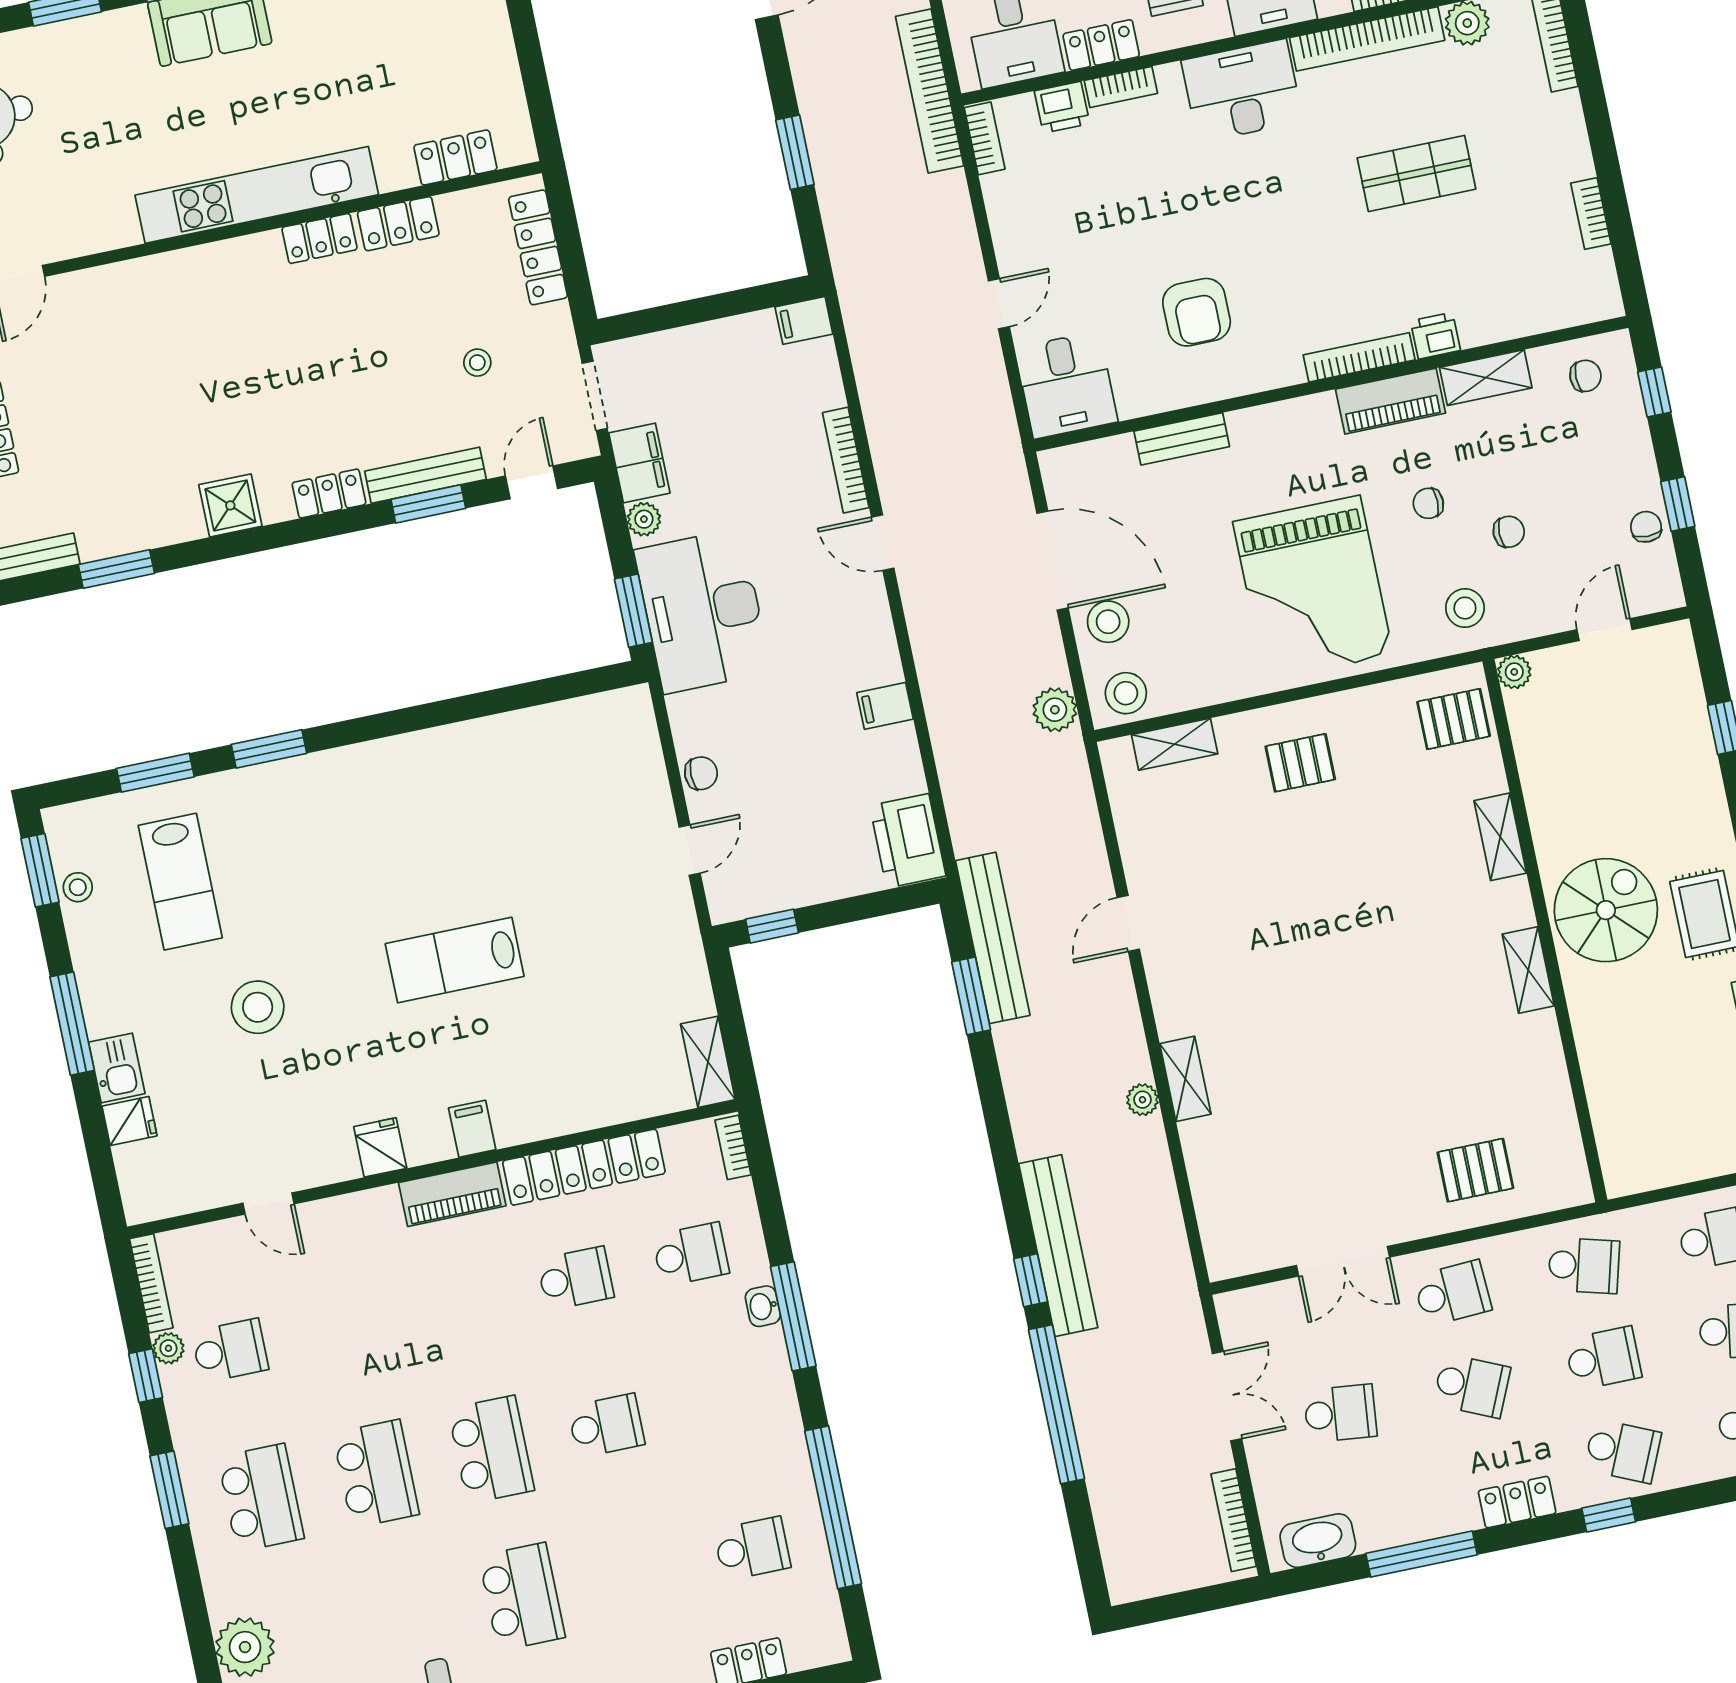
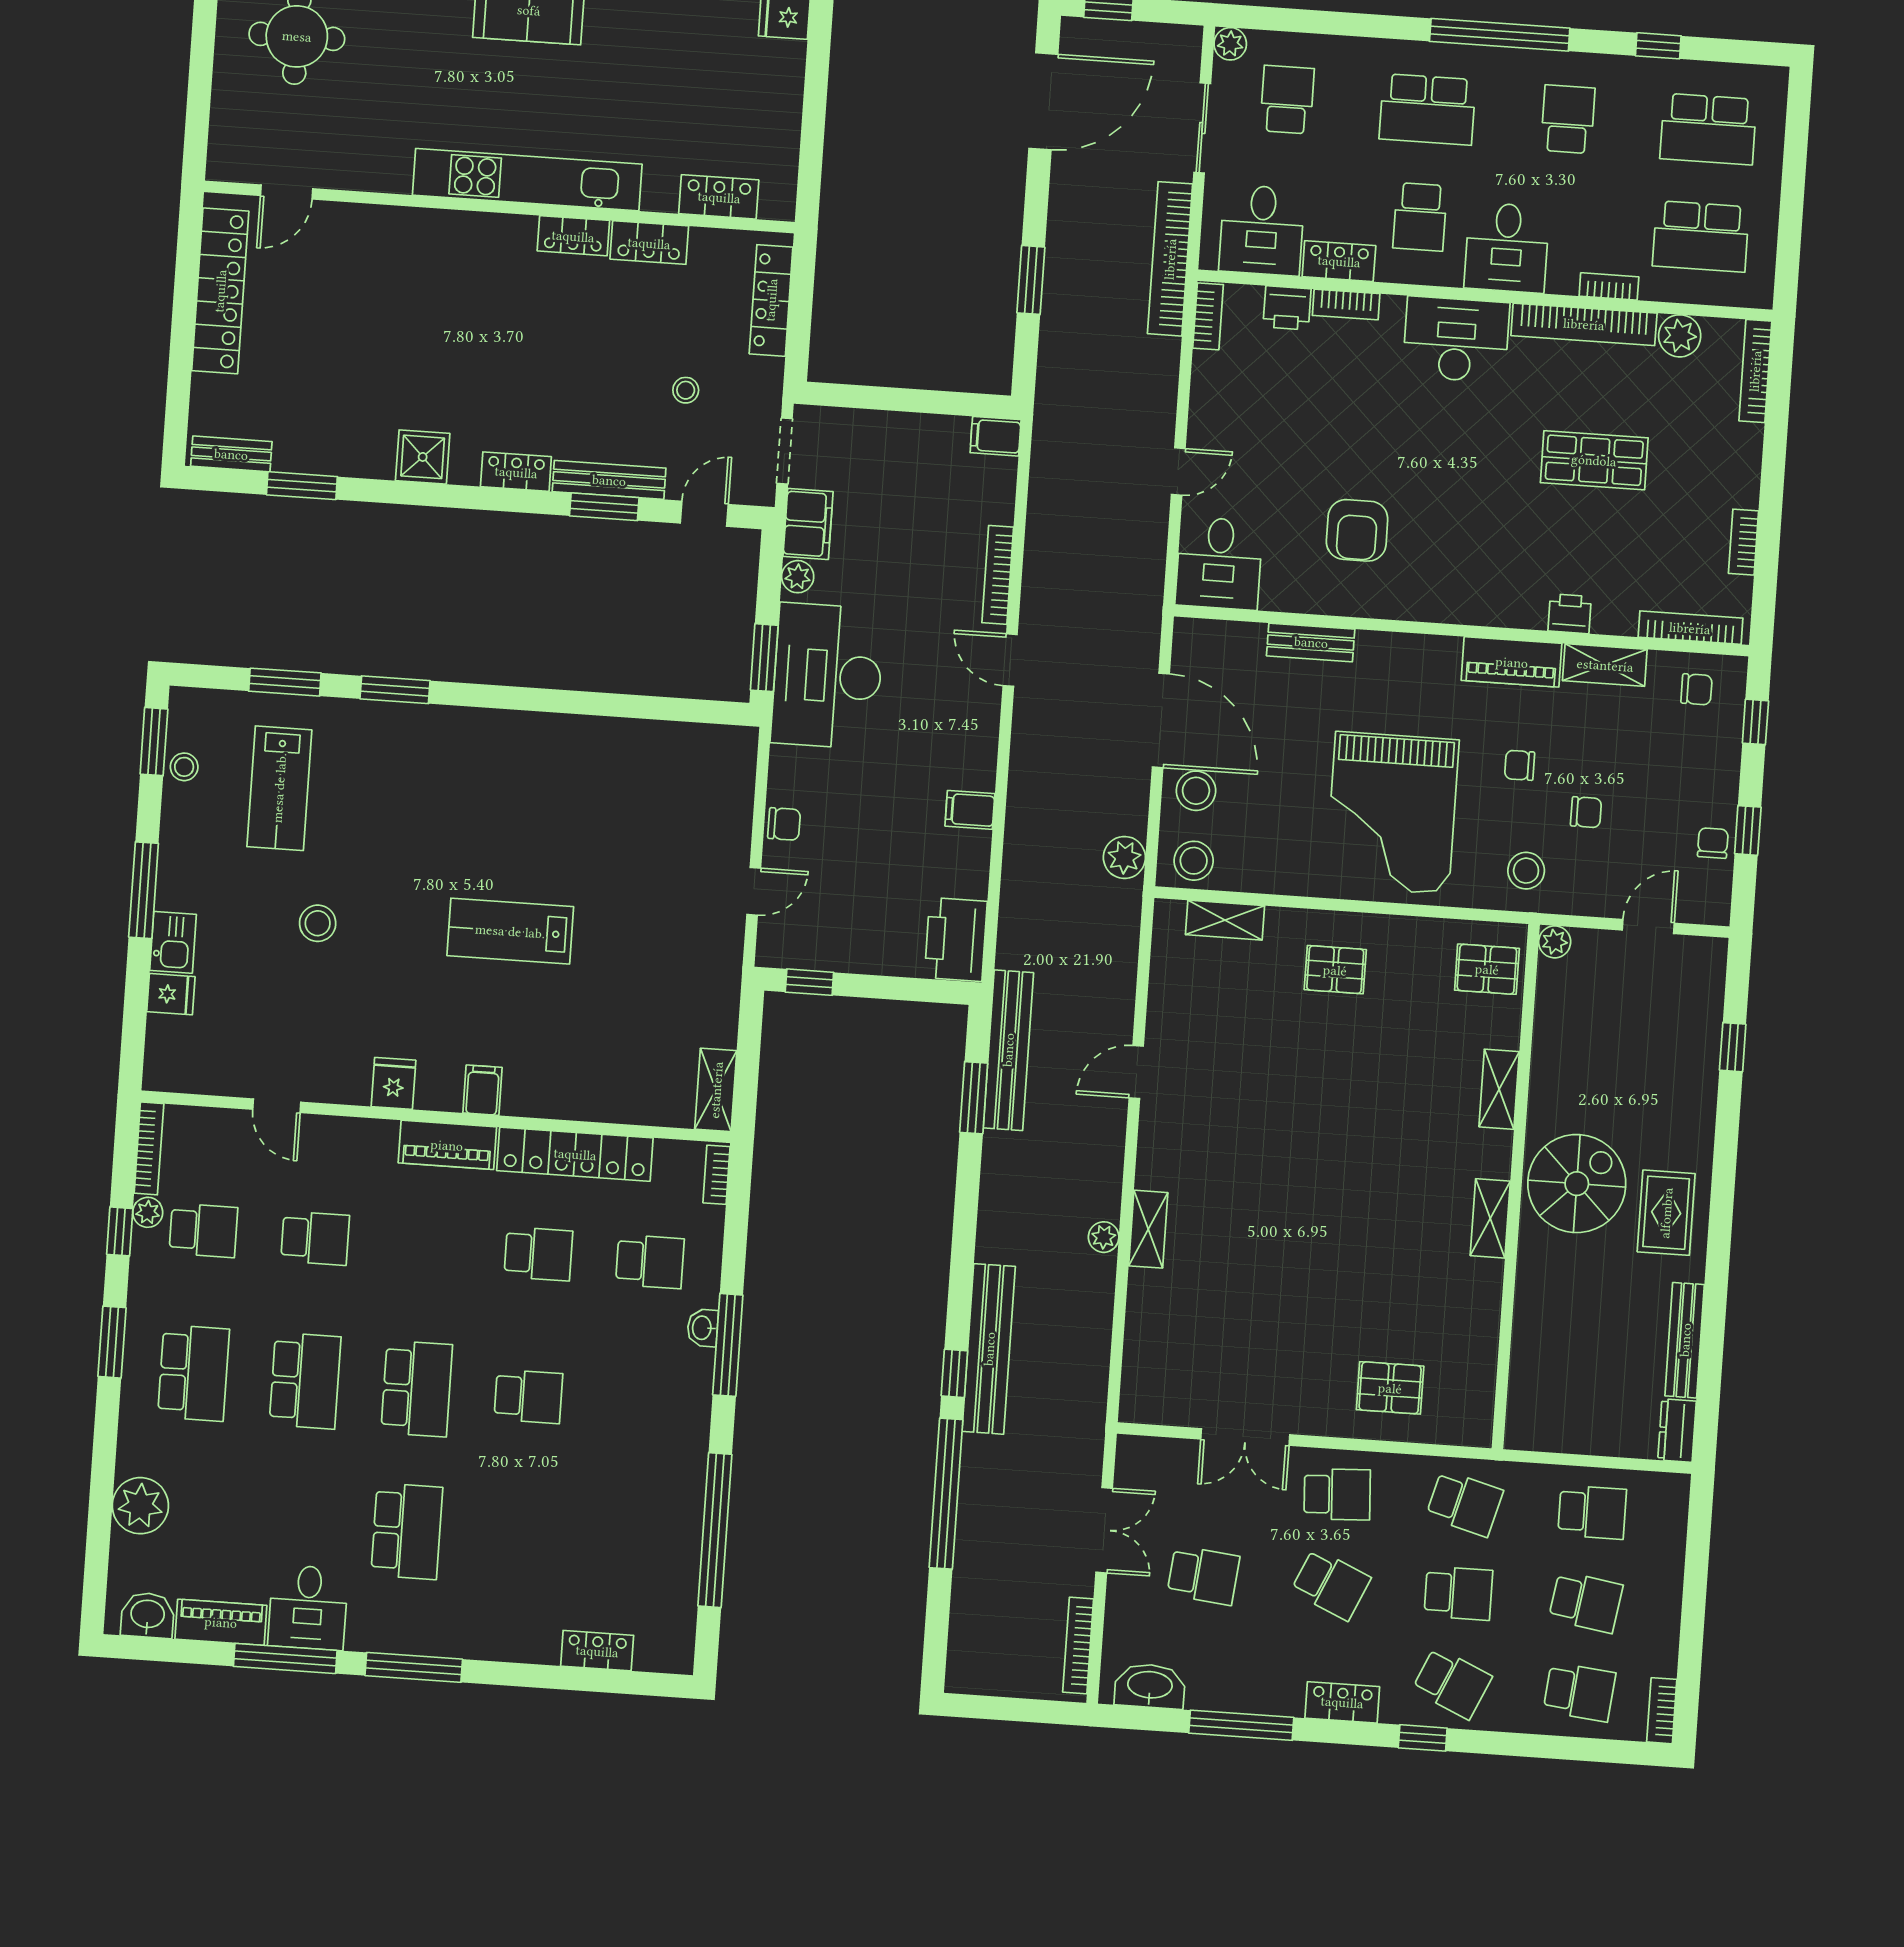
bookcase: (1359, 357) -> (1690, 628), moved
stool: (258, 1007) -> (318, 923), width x0.73, depth x0.73
school desk: (752, 1549) -> (315, 1238), moved

